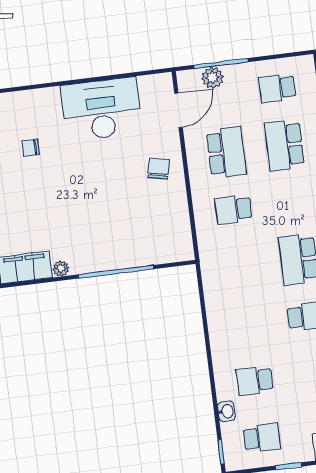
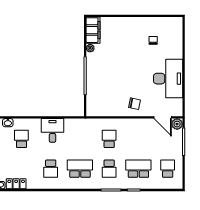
plant: (212, 78) -> (177, 124), moved
school desk: (226, 152) -> (109, 169), moved, width x0.54
desk: (231, 322) -> (52, 130), added

